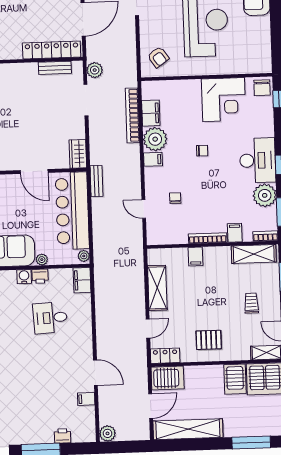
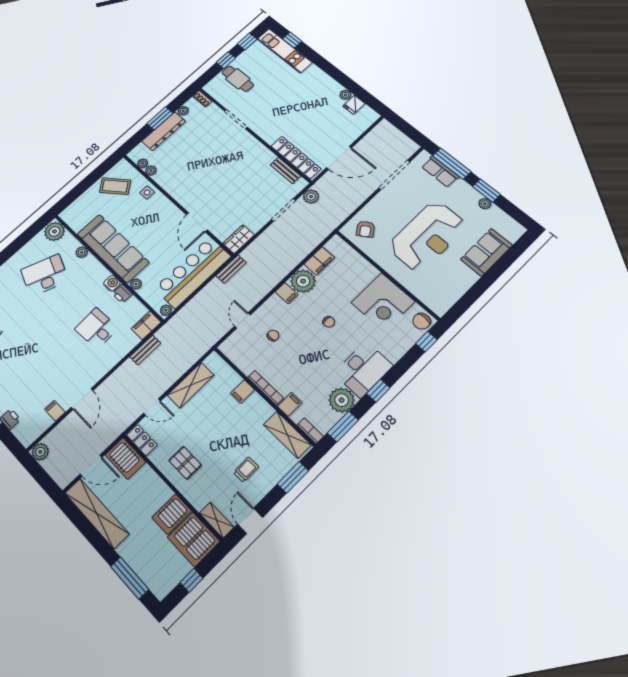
bookcase: (132, 115) -> (305, 250), removed
bench: (101, 297) -> (145, 350), added

